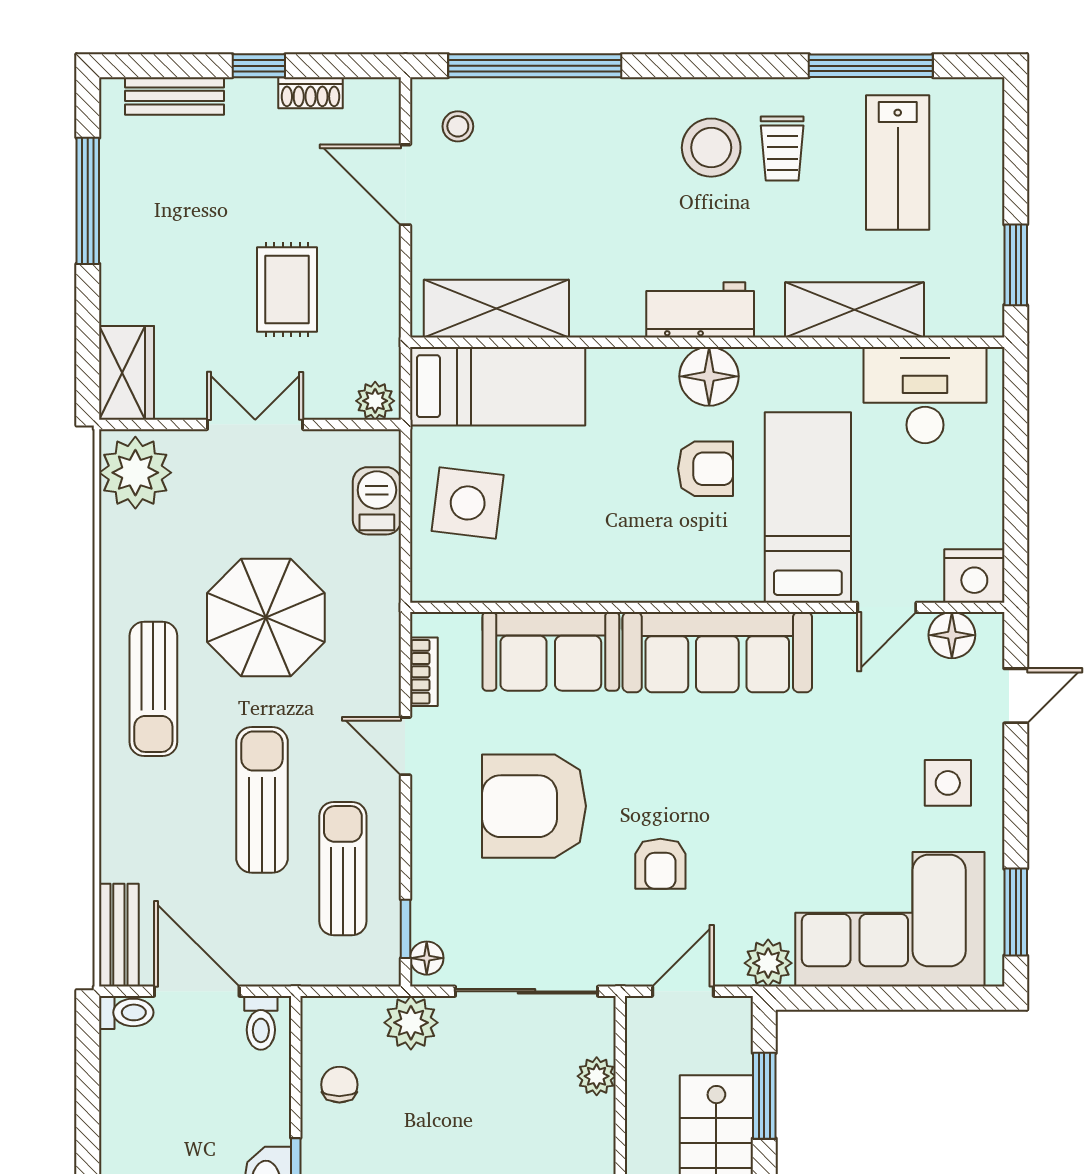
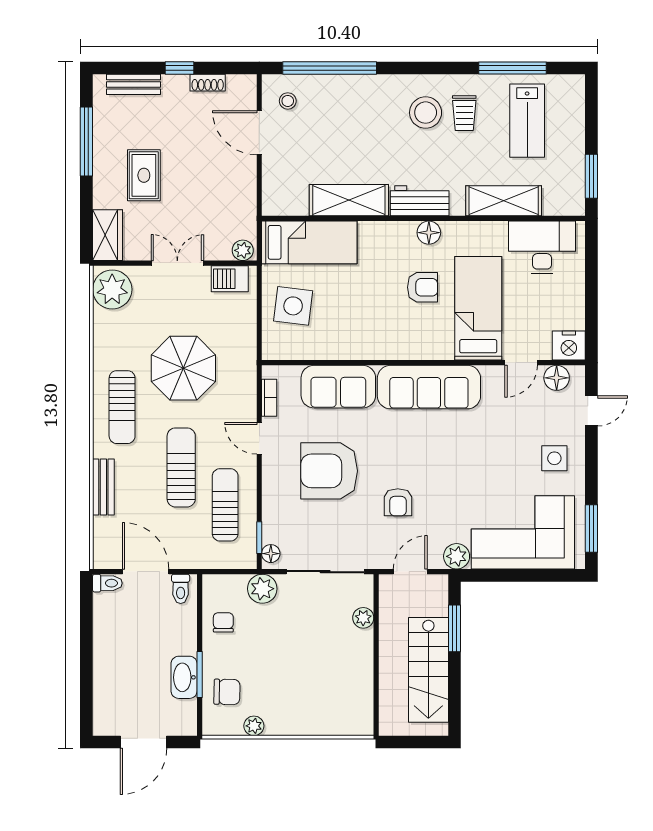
rug: (287, 289) -> (144, 175), moved
shelving: (496, 309) -> (349, 200), moved
floor lamp: (709, 376) -> (429, 233), width x0.73, depth x0.73
barbecue: (377, 501) -> (230, 279), moved, turned -90
bench: (119, 935) -> (103, 487), moved

